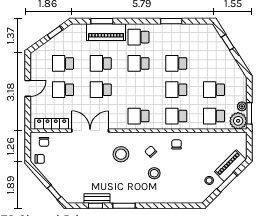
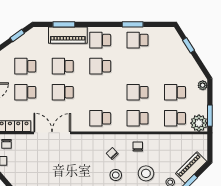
school desk: (176, 63) -> (138, 40), moved
plant: (242, 106) -> (203, 85), moved
stool: (121, 154) -> (146, 173), moved

